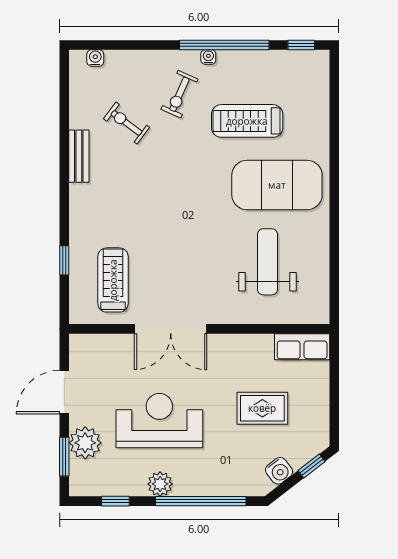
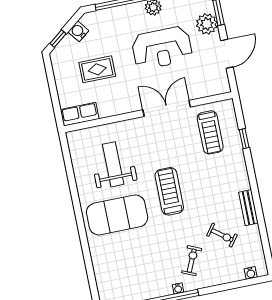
treadmill: (247, 121) -> (169, 191), moved, turned -90
weight bench: (268, 262) -> (113, 164), turned 180

